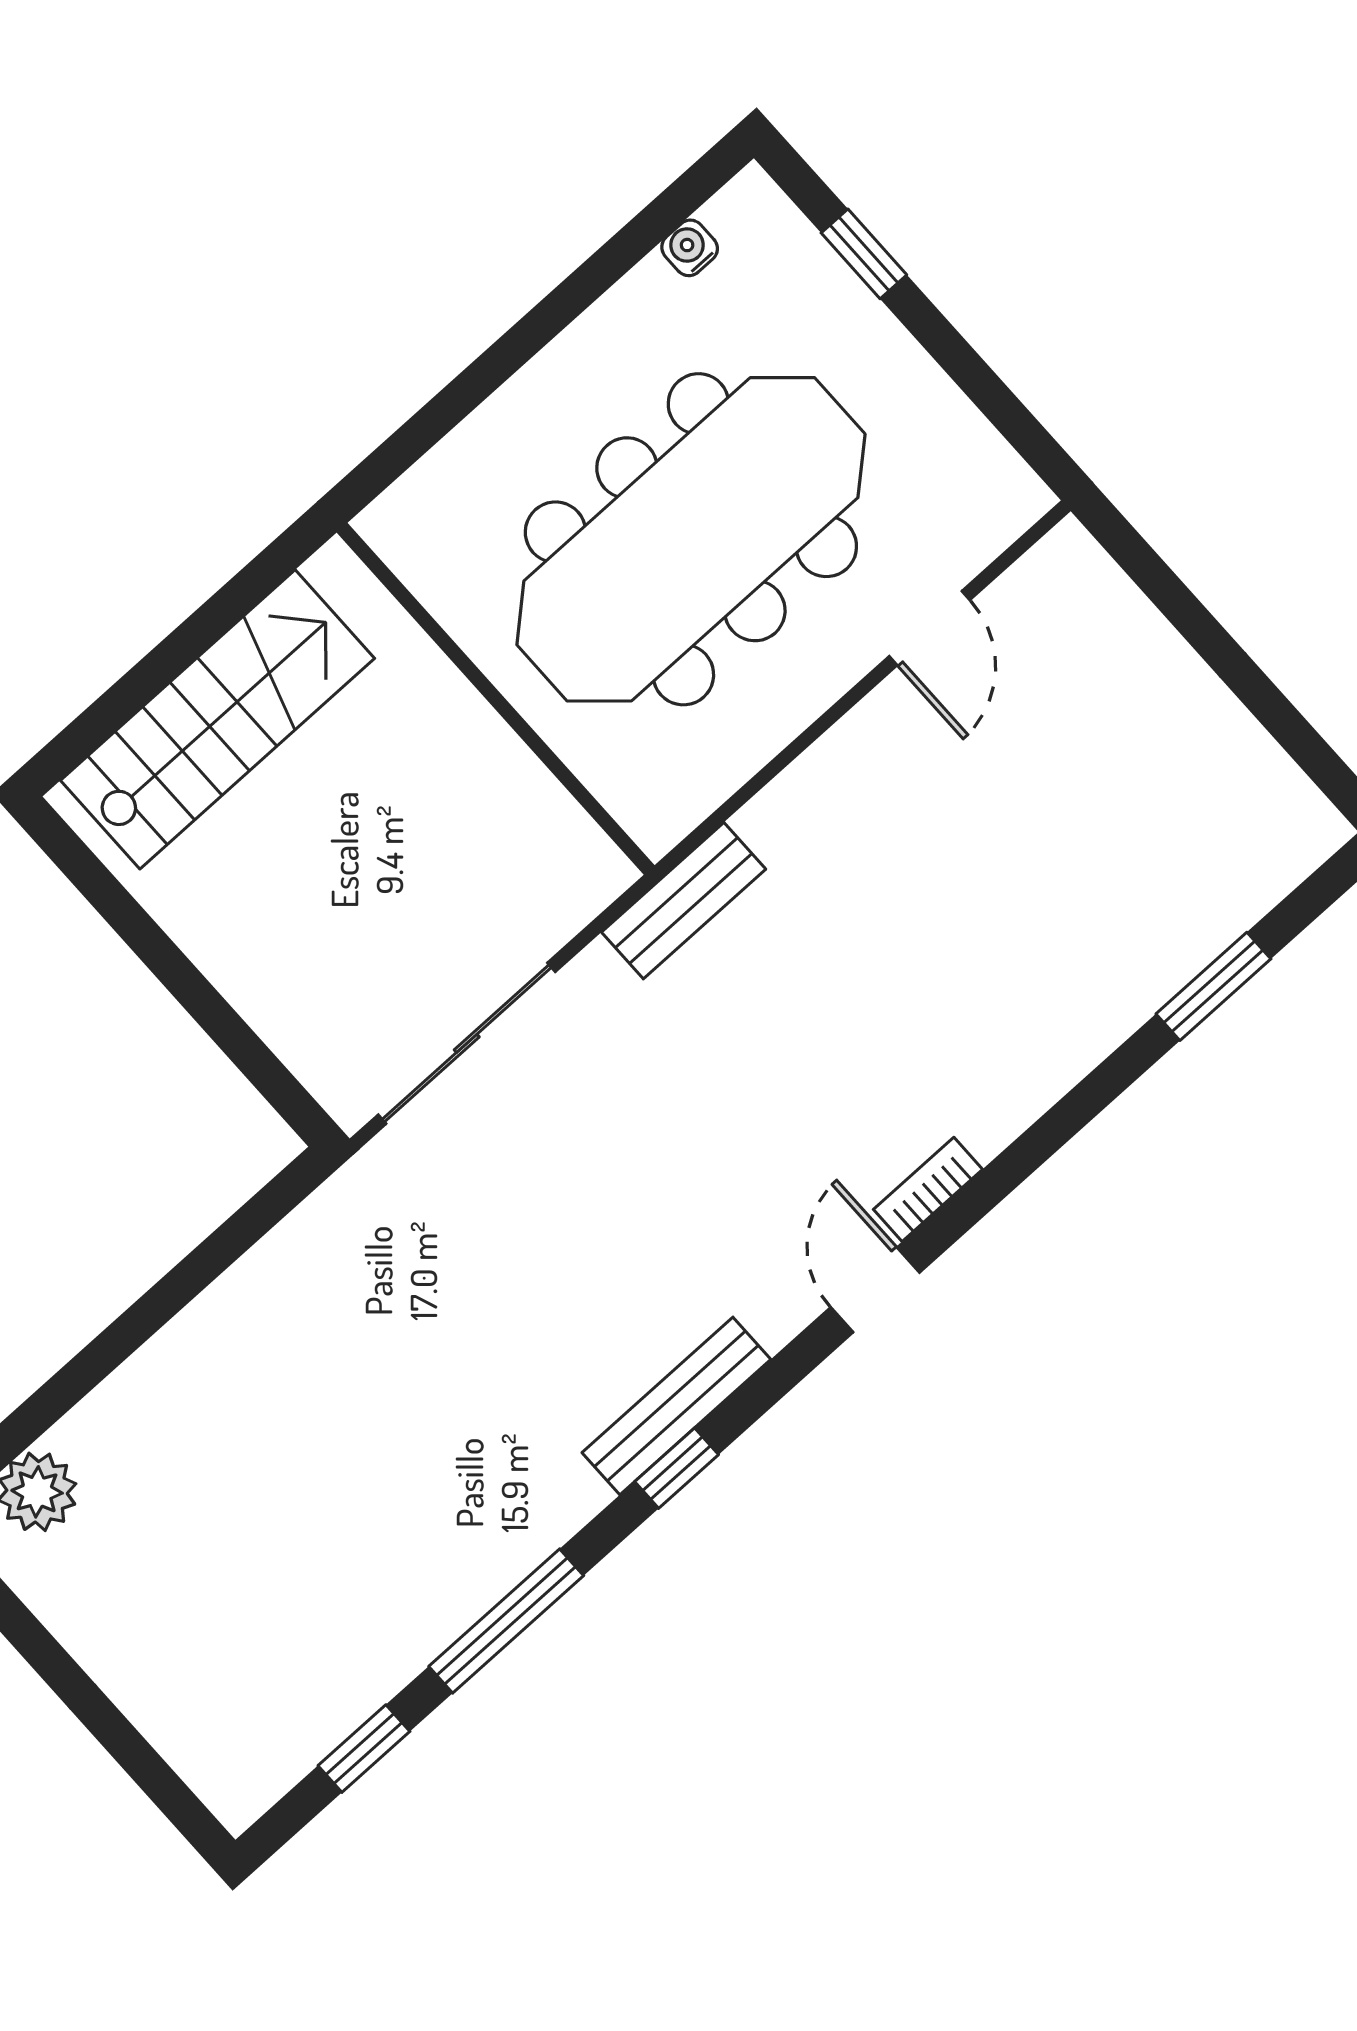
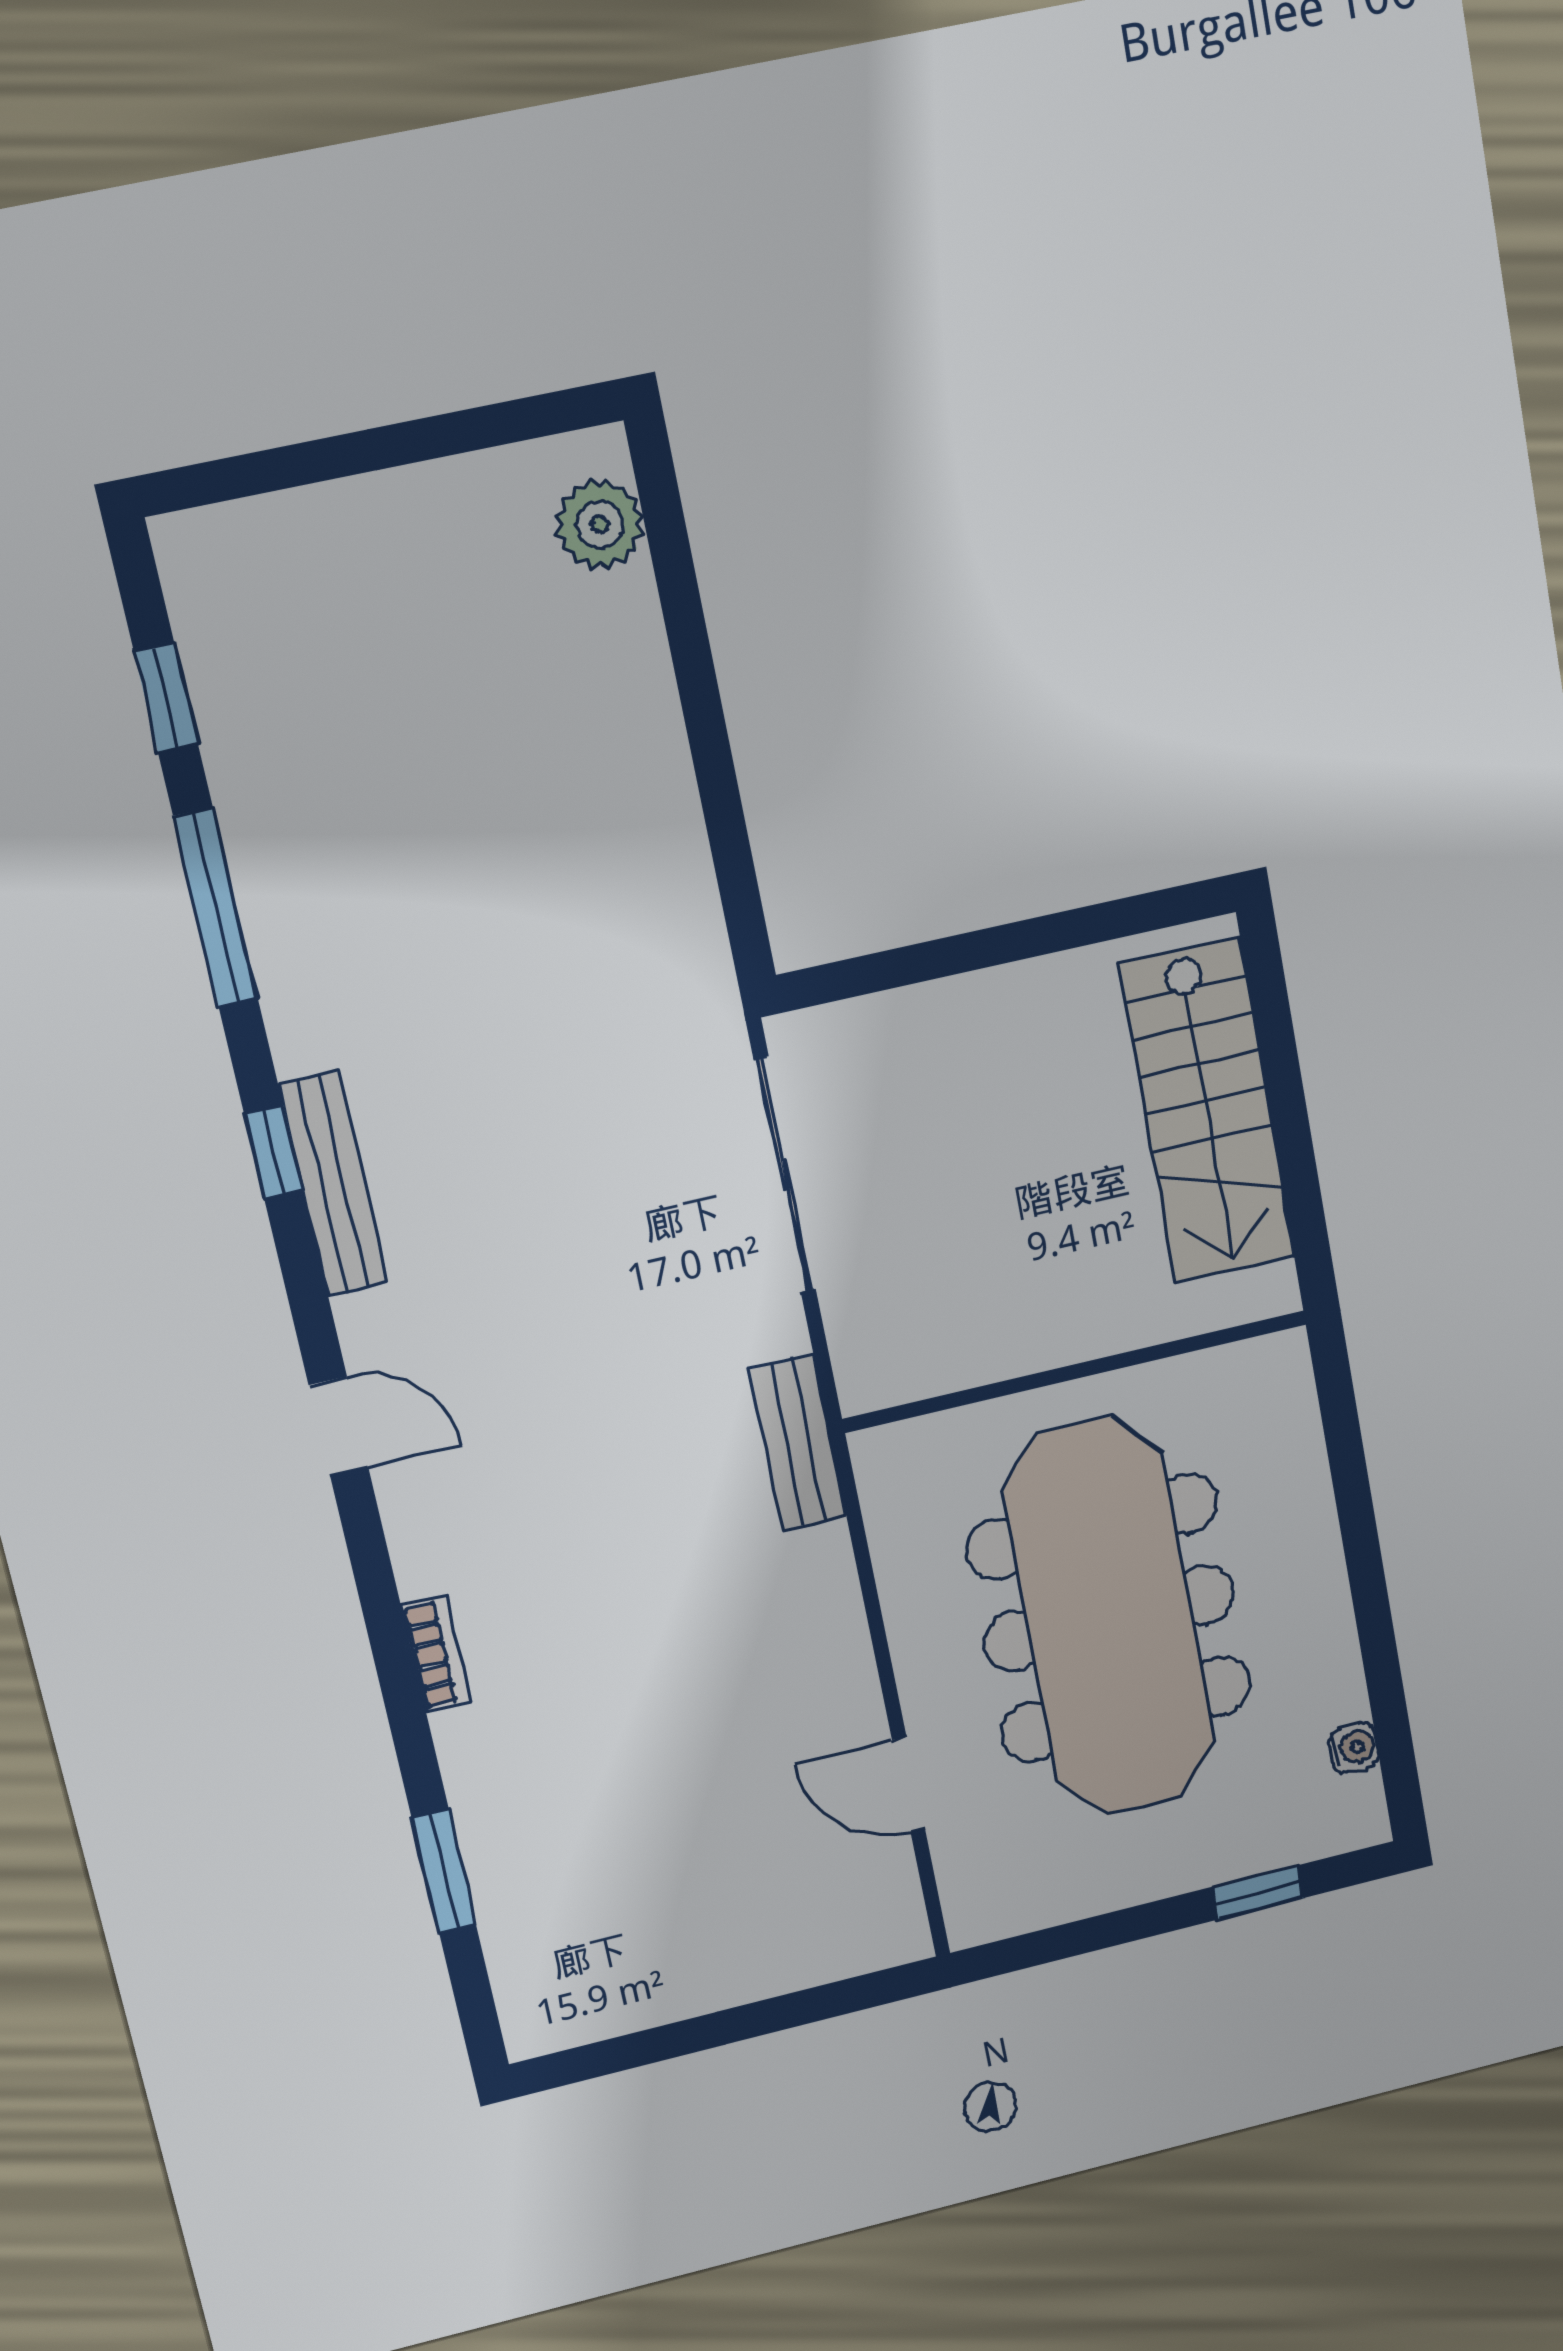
bookcase: (928, 1189) -> (436, 1654), moved

